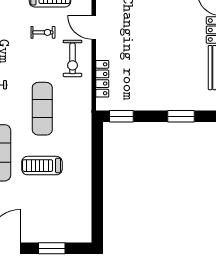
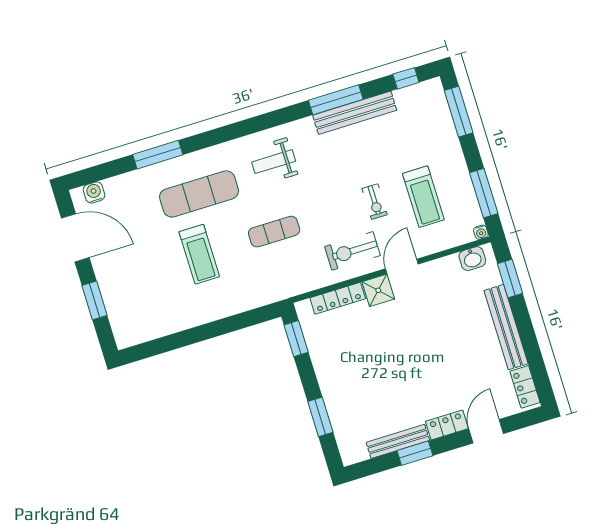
shower: (105, 49) -> (378, 290), added
exercise mat: (42, 109) -> (274, 232), width x0.73, depth x0.69
treadmill: (42, 166) -> (199, 254), turned 180

